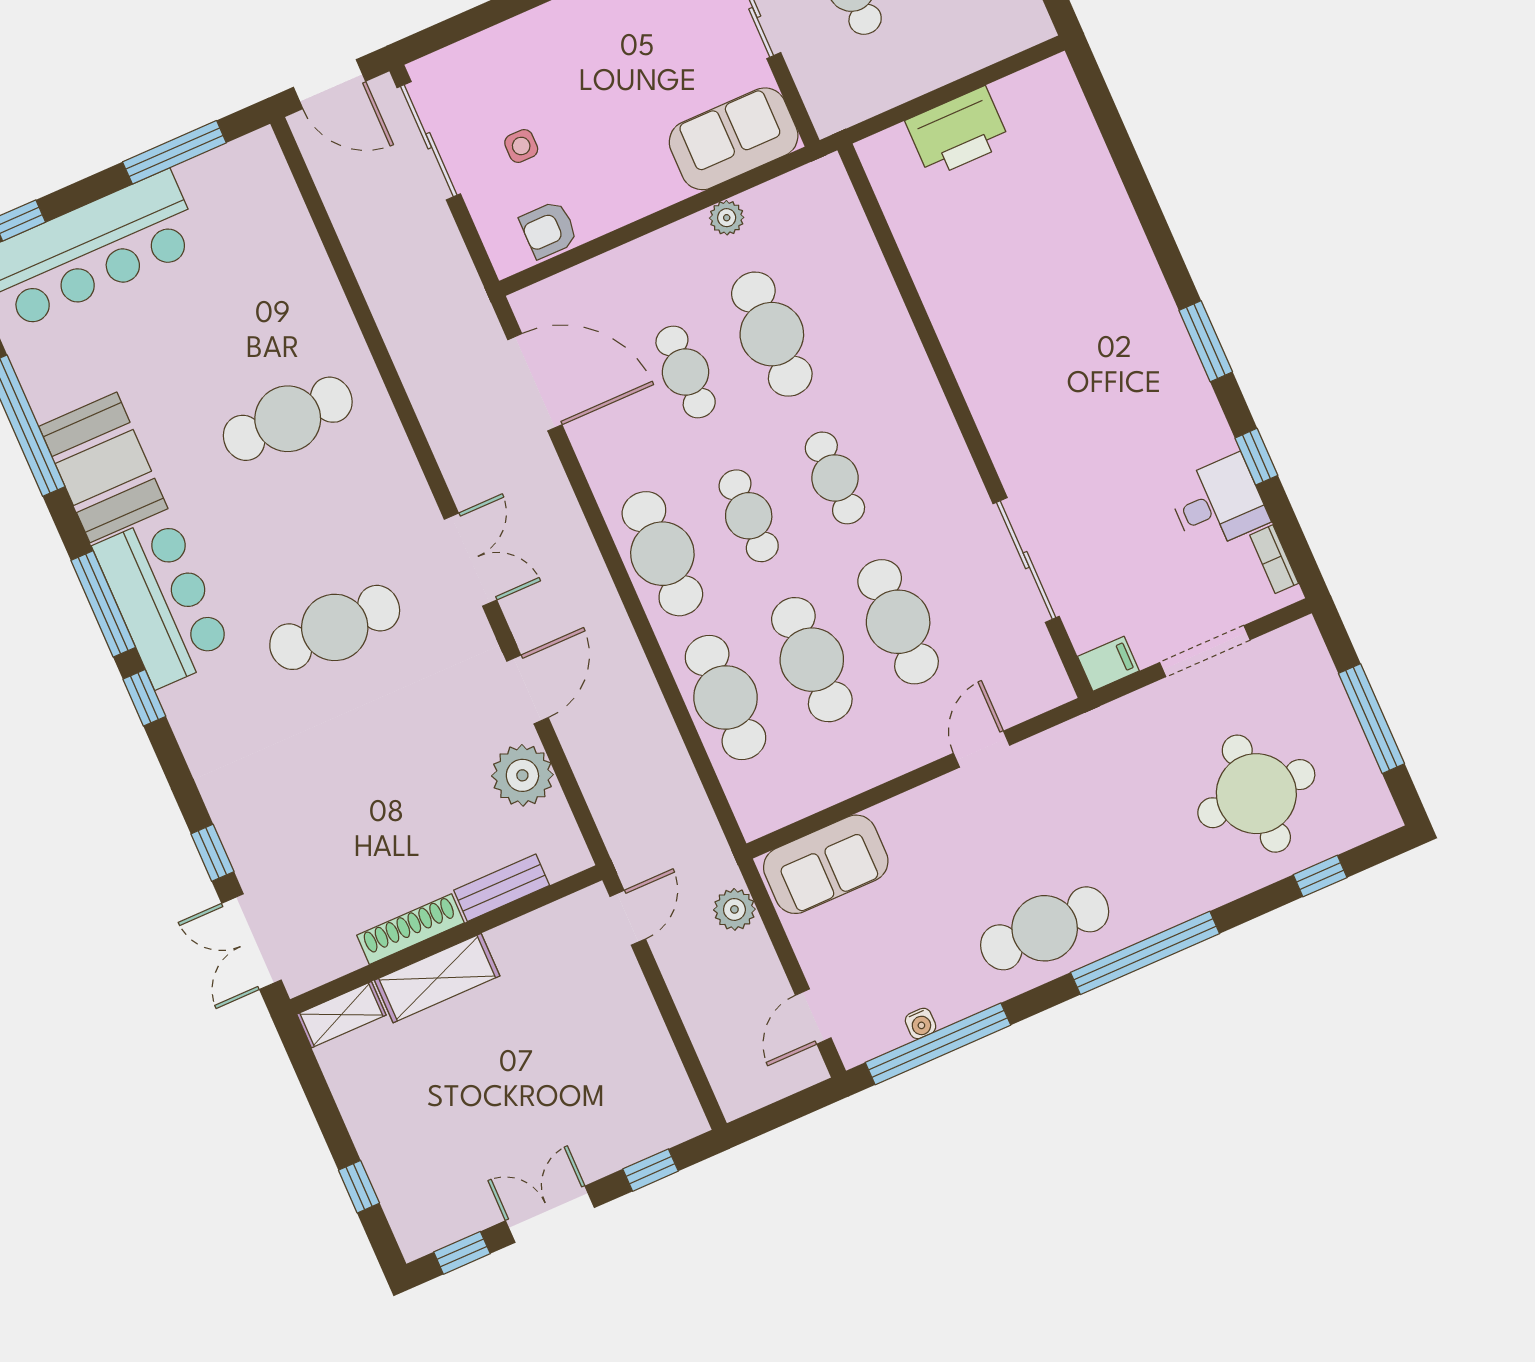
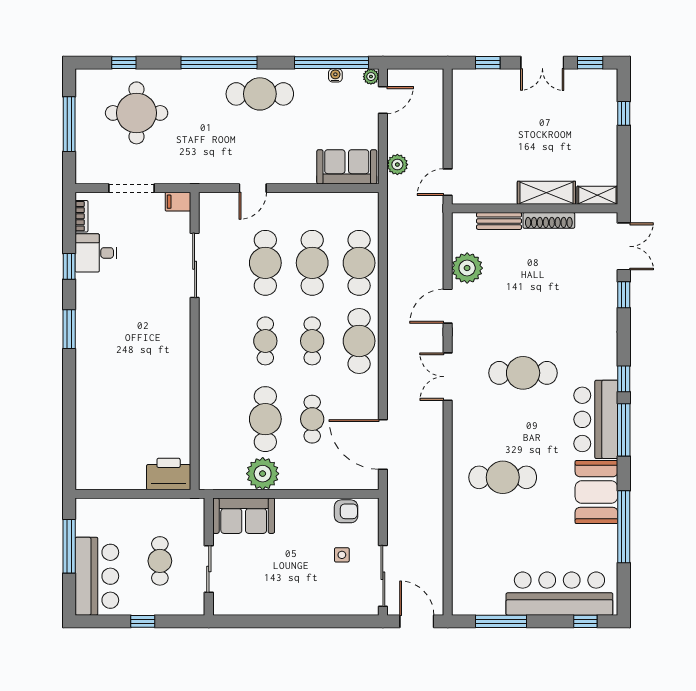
printer: (958, 132) -> (169, 474), moved
plant: (727, 218) -> (263, 474), width x1.88, depth x1.88
plant: (854, 1050) -> (371, 77), added

